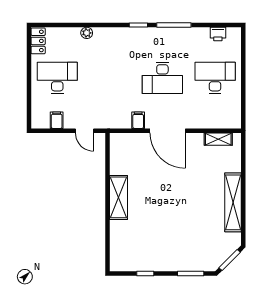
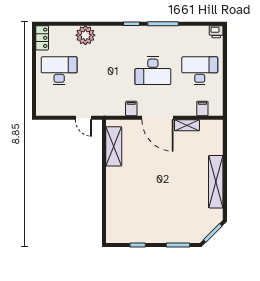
plant: (87, 33) -> (85, 35), width x1.88, depth x1.88
printer: (218, 34) -> (216, 32), moved
filing cabinet: (57, 120) -> (202, 108), moved
shelving: (218, 139) -> (187, 125), moved
shelving: (119, 197) -> (114, 146), moved

